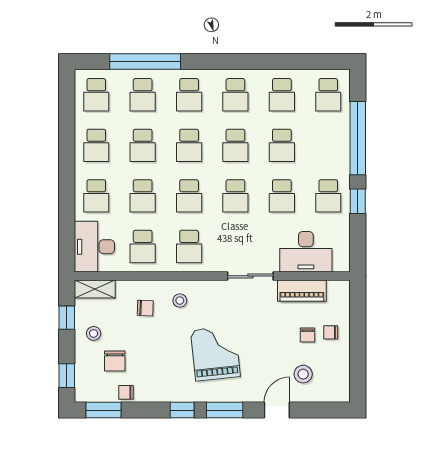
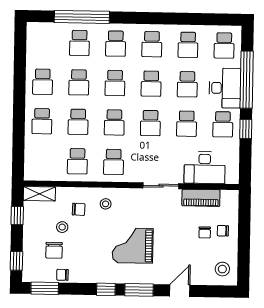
school desk: (96, 95) -> (43, 42), removed
desk: (94, 247) -> (225, 88), moved, turned 180
stool: (94, 333) -> (62, 227), moved
grand piano: (215, 353) -> (133, 246), turned -84
stool: (303, 374) -> (222, 269), moved

